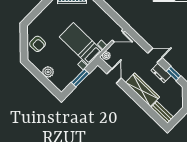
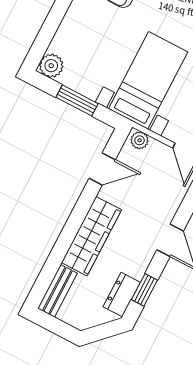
plant: (48, 72) -> (51, 66), moved
dresser: (161, 73) -> (122, 295), moved

